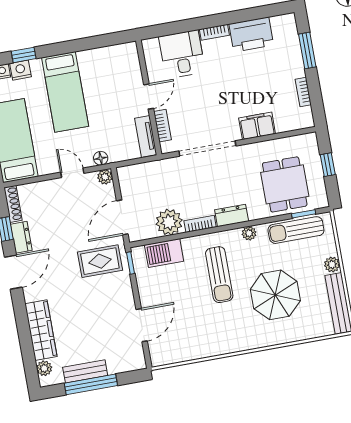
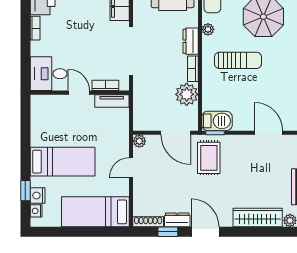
desk: (182, 54) -> (49, 74), moved
floor lamp: (101, 158) -> (123, 142), removed
barbecue: (164, 253) -> (217, 121), moved, turned -90

